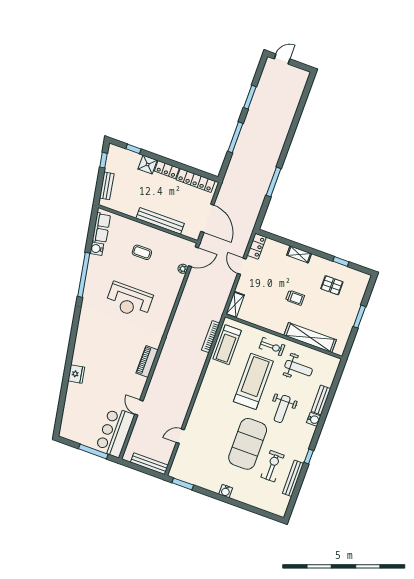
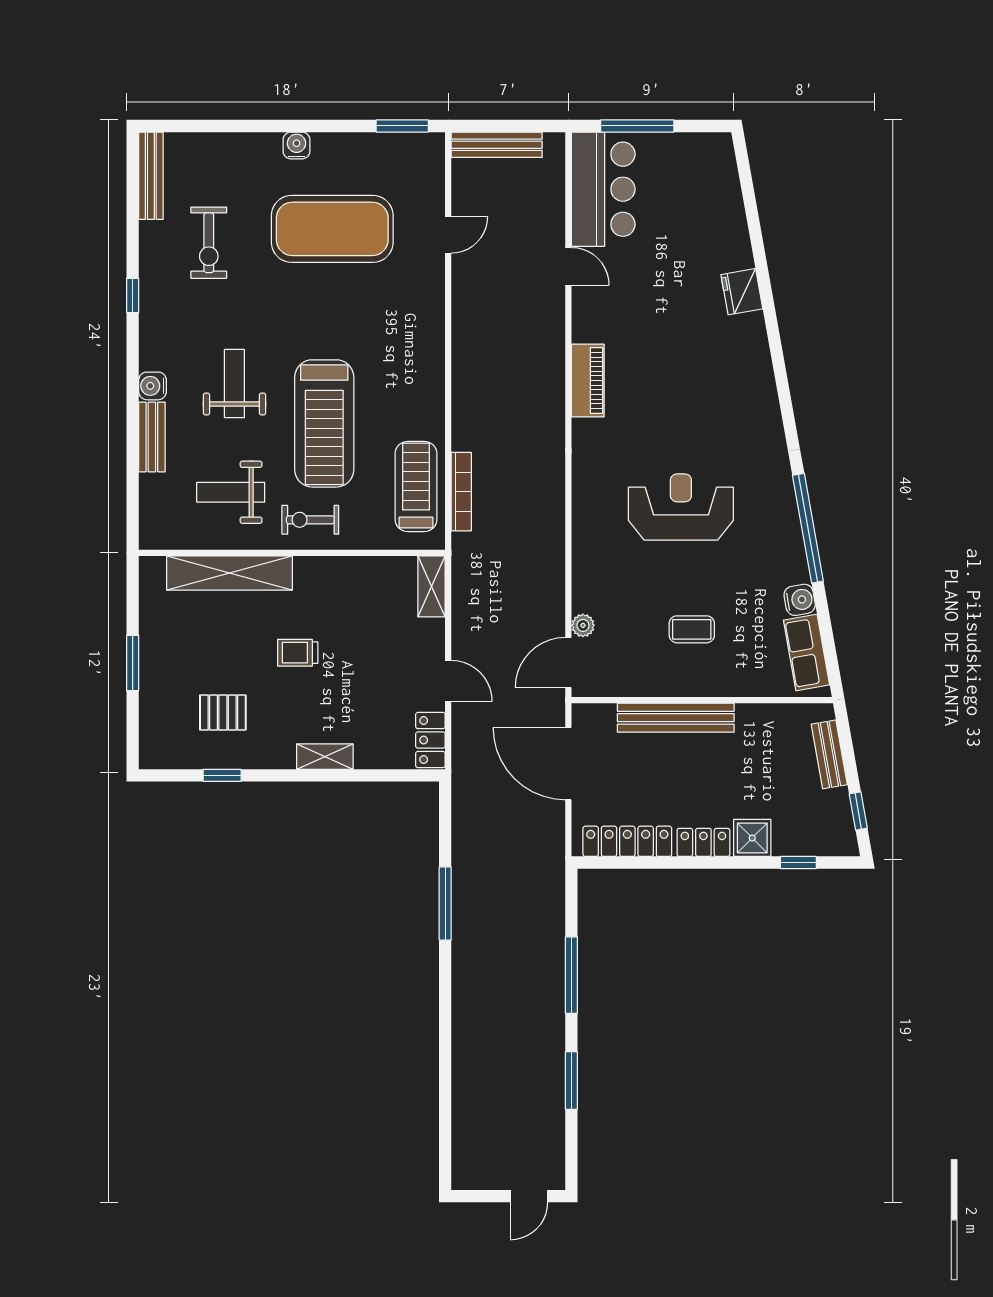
exercise mat: (248, 444) -> (332, 229), moved, turned 90
bench: (293, 478) -> (151, 176), moved

